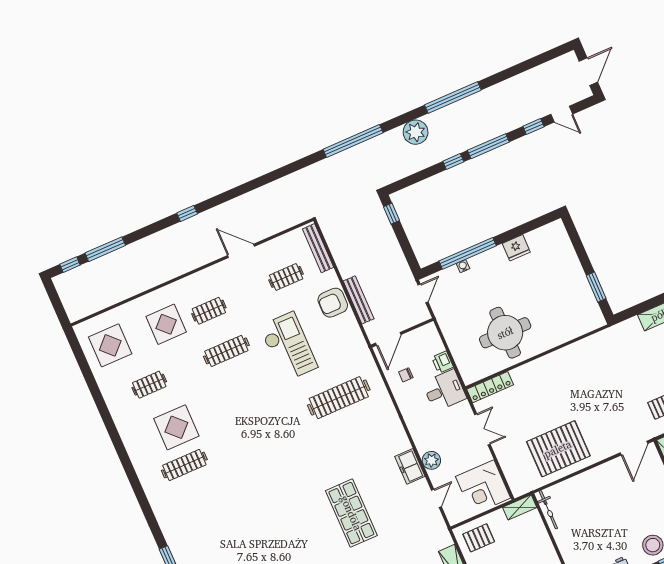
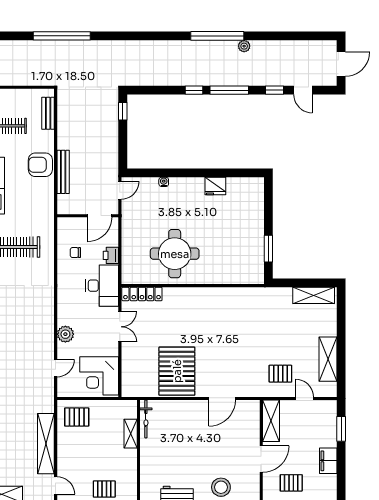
plant: (416, 132) -> (244, 46), moved, width x0.53, depth x0.53
window: (353, 141) -> (62, 36), moved
bench: (318, 248) -> (48, 113), width x0.73
window: (468, 253) -> (172, 173), removed
door: (388, 339) -> (99, 216), moved
desk: (444, 390) -> (102, 286), width x1.37
door: (634, 448) -> (222, 398), moved
pallet: (558, 449) -> (177, 371), turned 90
freezer: (410, 466) -> (45, 331), removed
shelving: (520, 507) -> (131, 434), moved, turned 90

